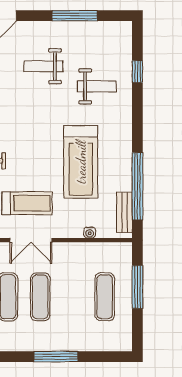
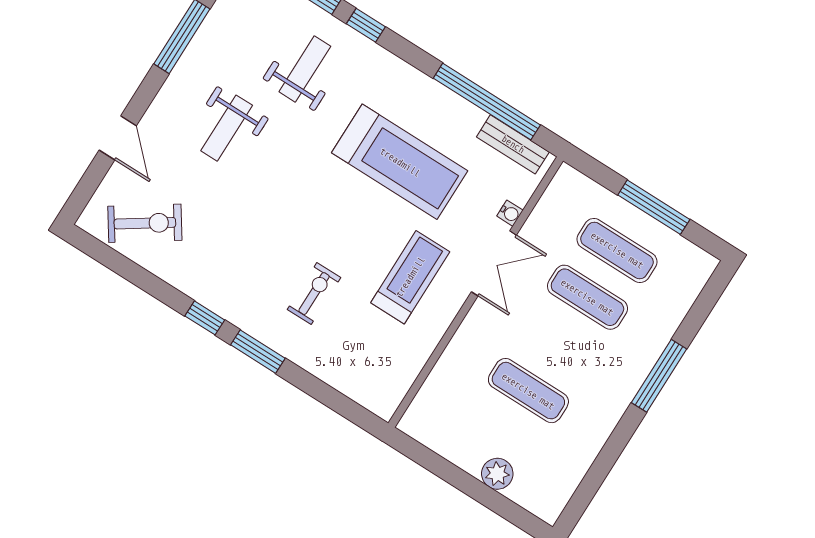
window: (137, 103) -> (366, 25), added
double door: (31, 240) -> (494, 263), moved
window: (137, 287) -> (654, 207), moved
exercise mat: (40, 297) -> (587, 297), moved

